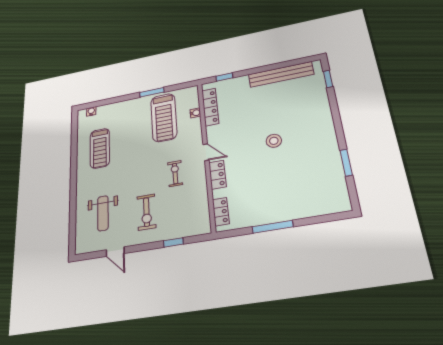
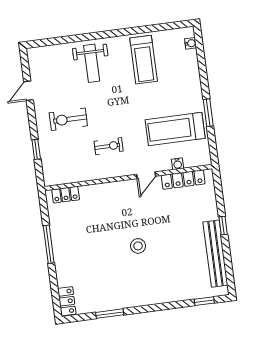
window: (224, 77) -> (223, 226), moved
treadmill: (100, 148) -> (144, 60), turned -90
door: (206, 152) -> (146, 175), moved
locker: (217, 175) -> (67, 301), moved, turned -90
weight bench: (103, 213) -> (92, 63), moved, turned -90

